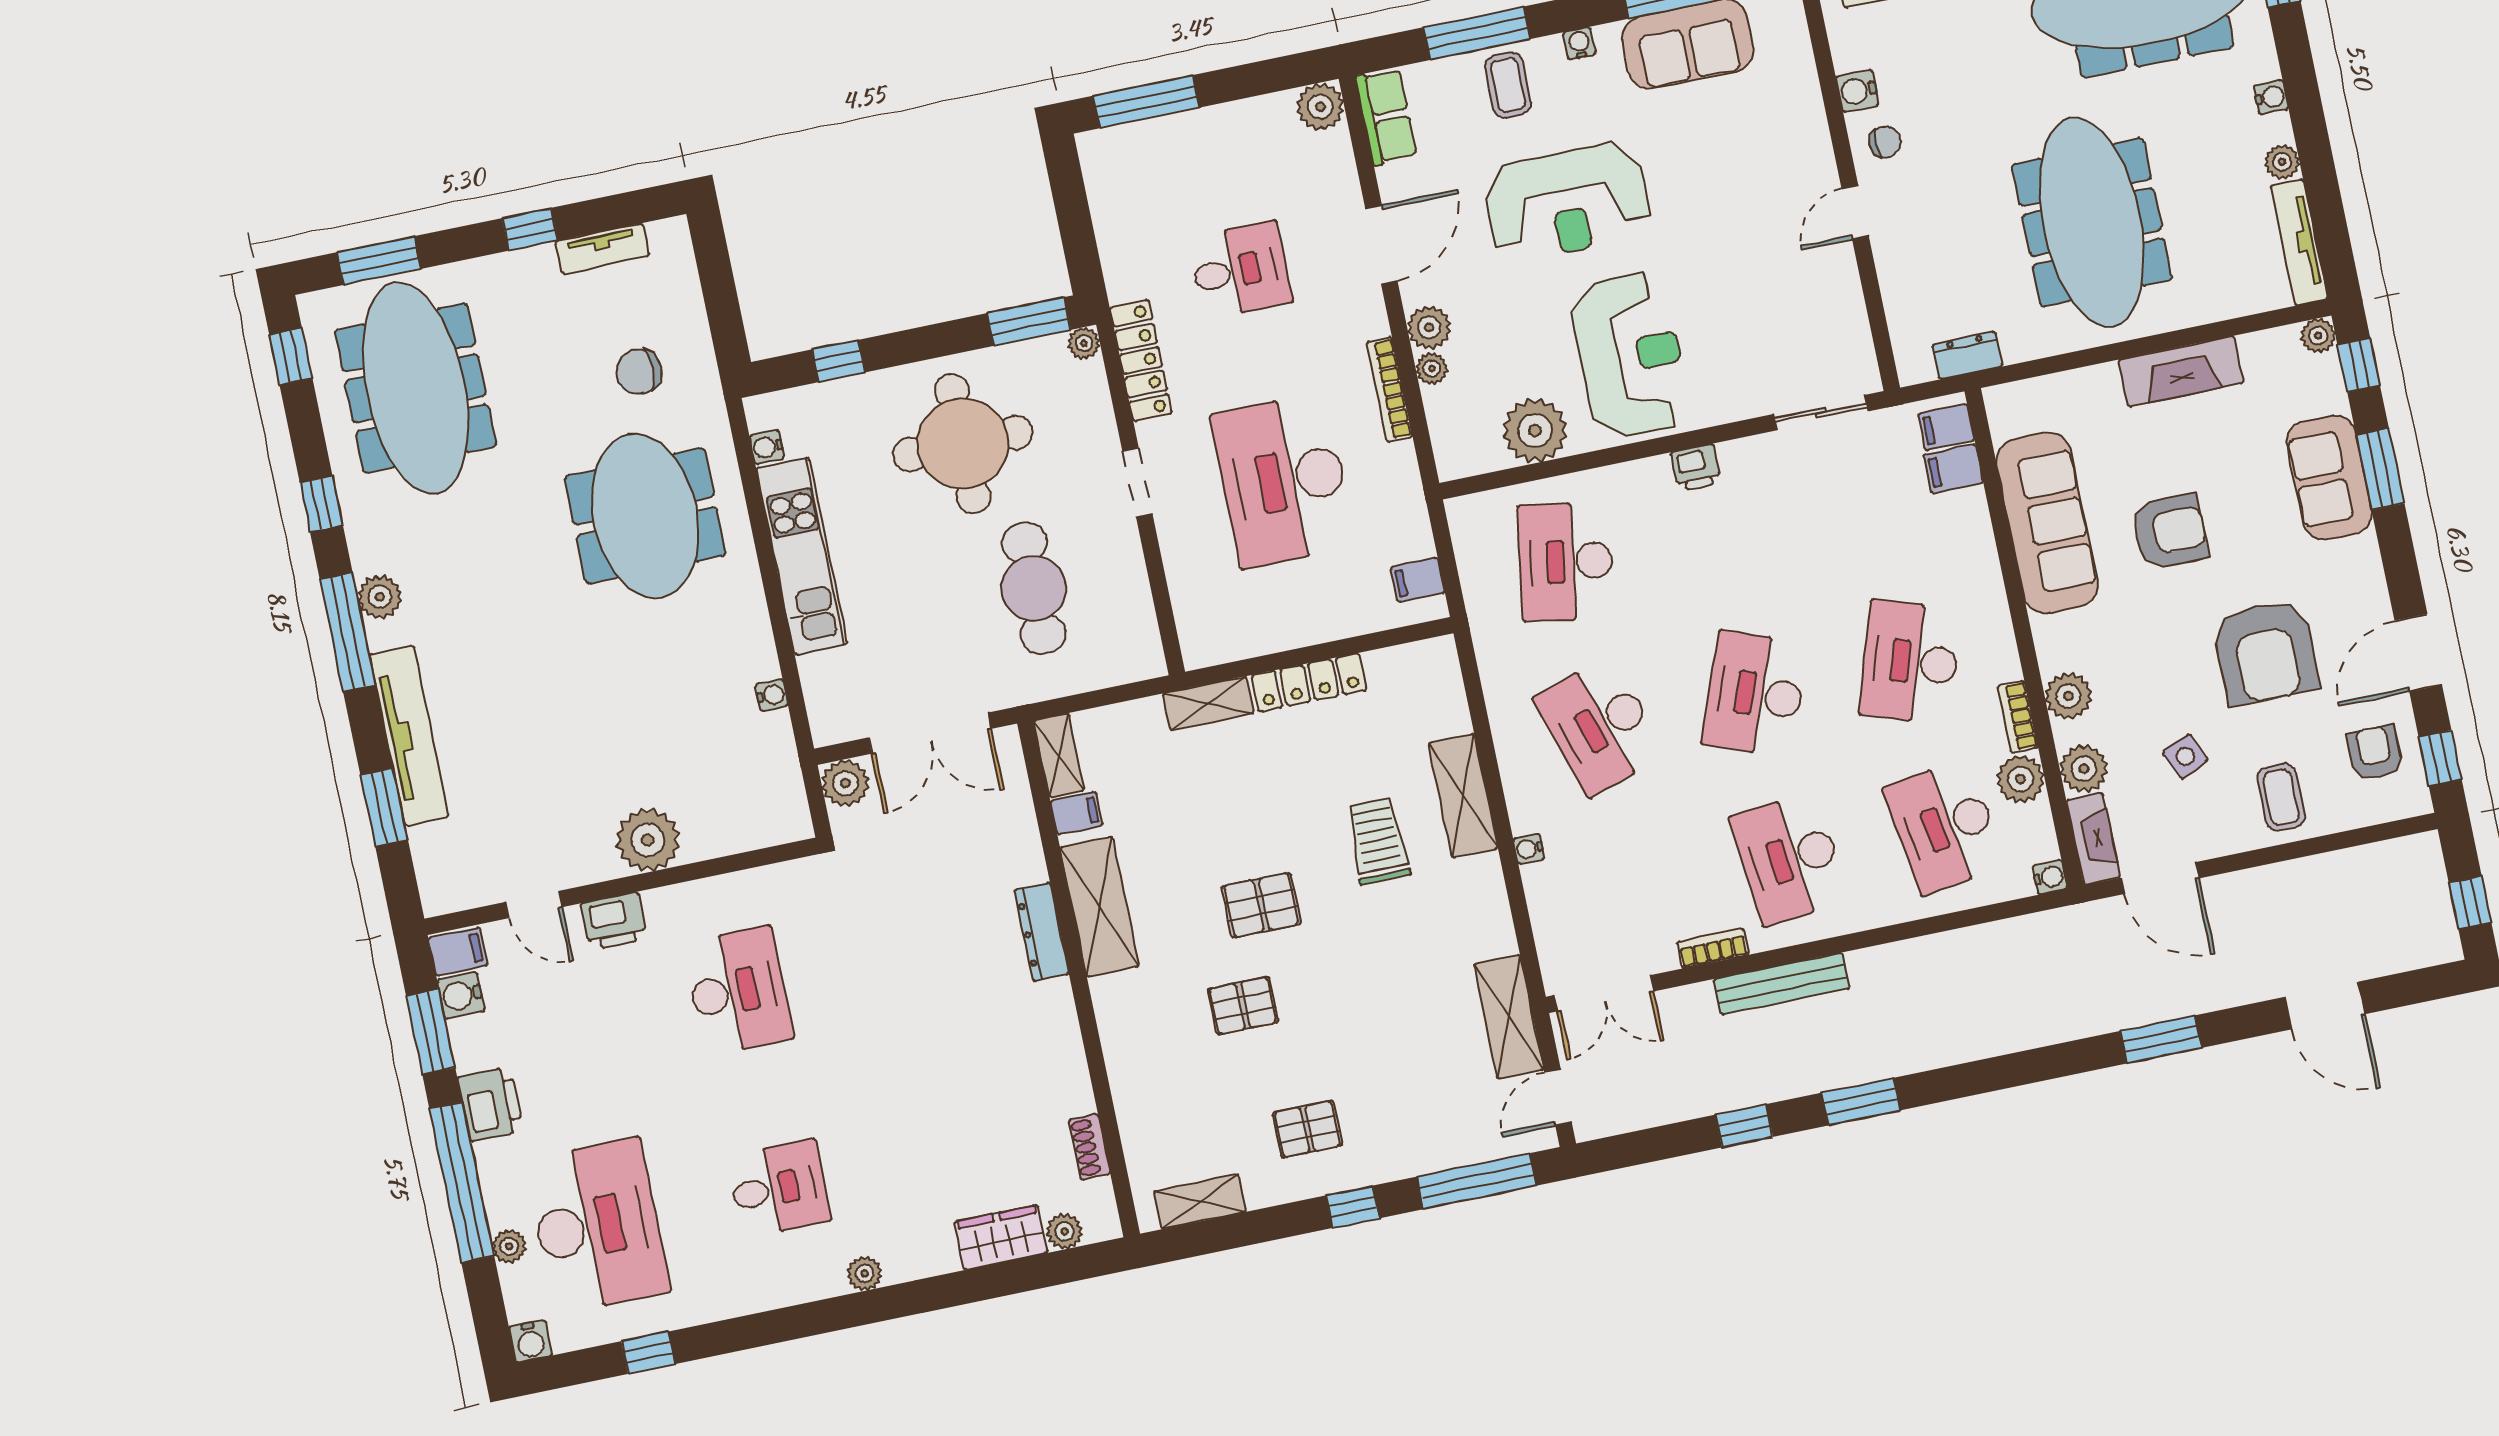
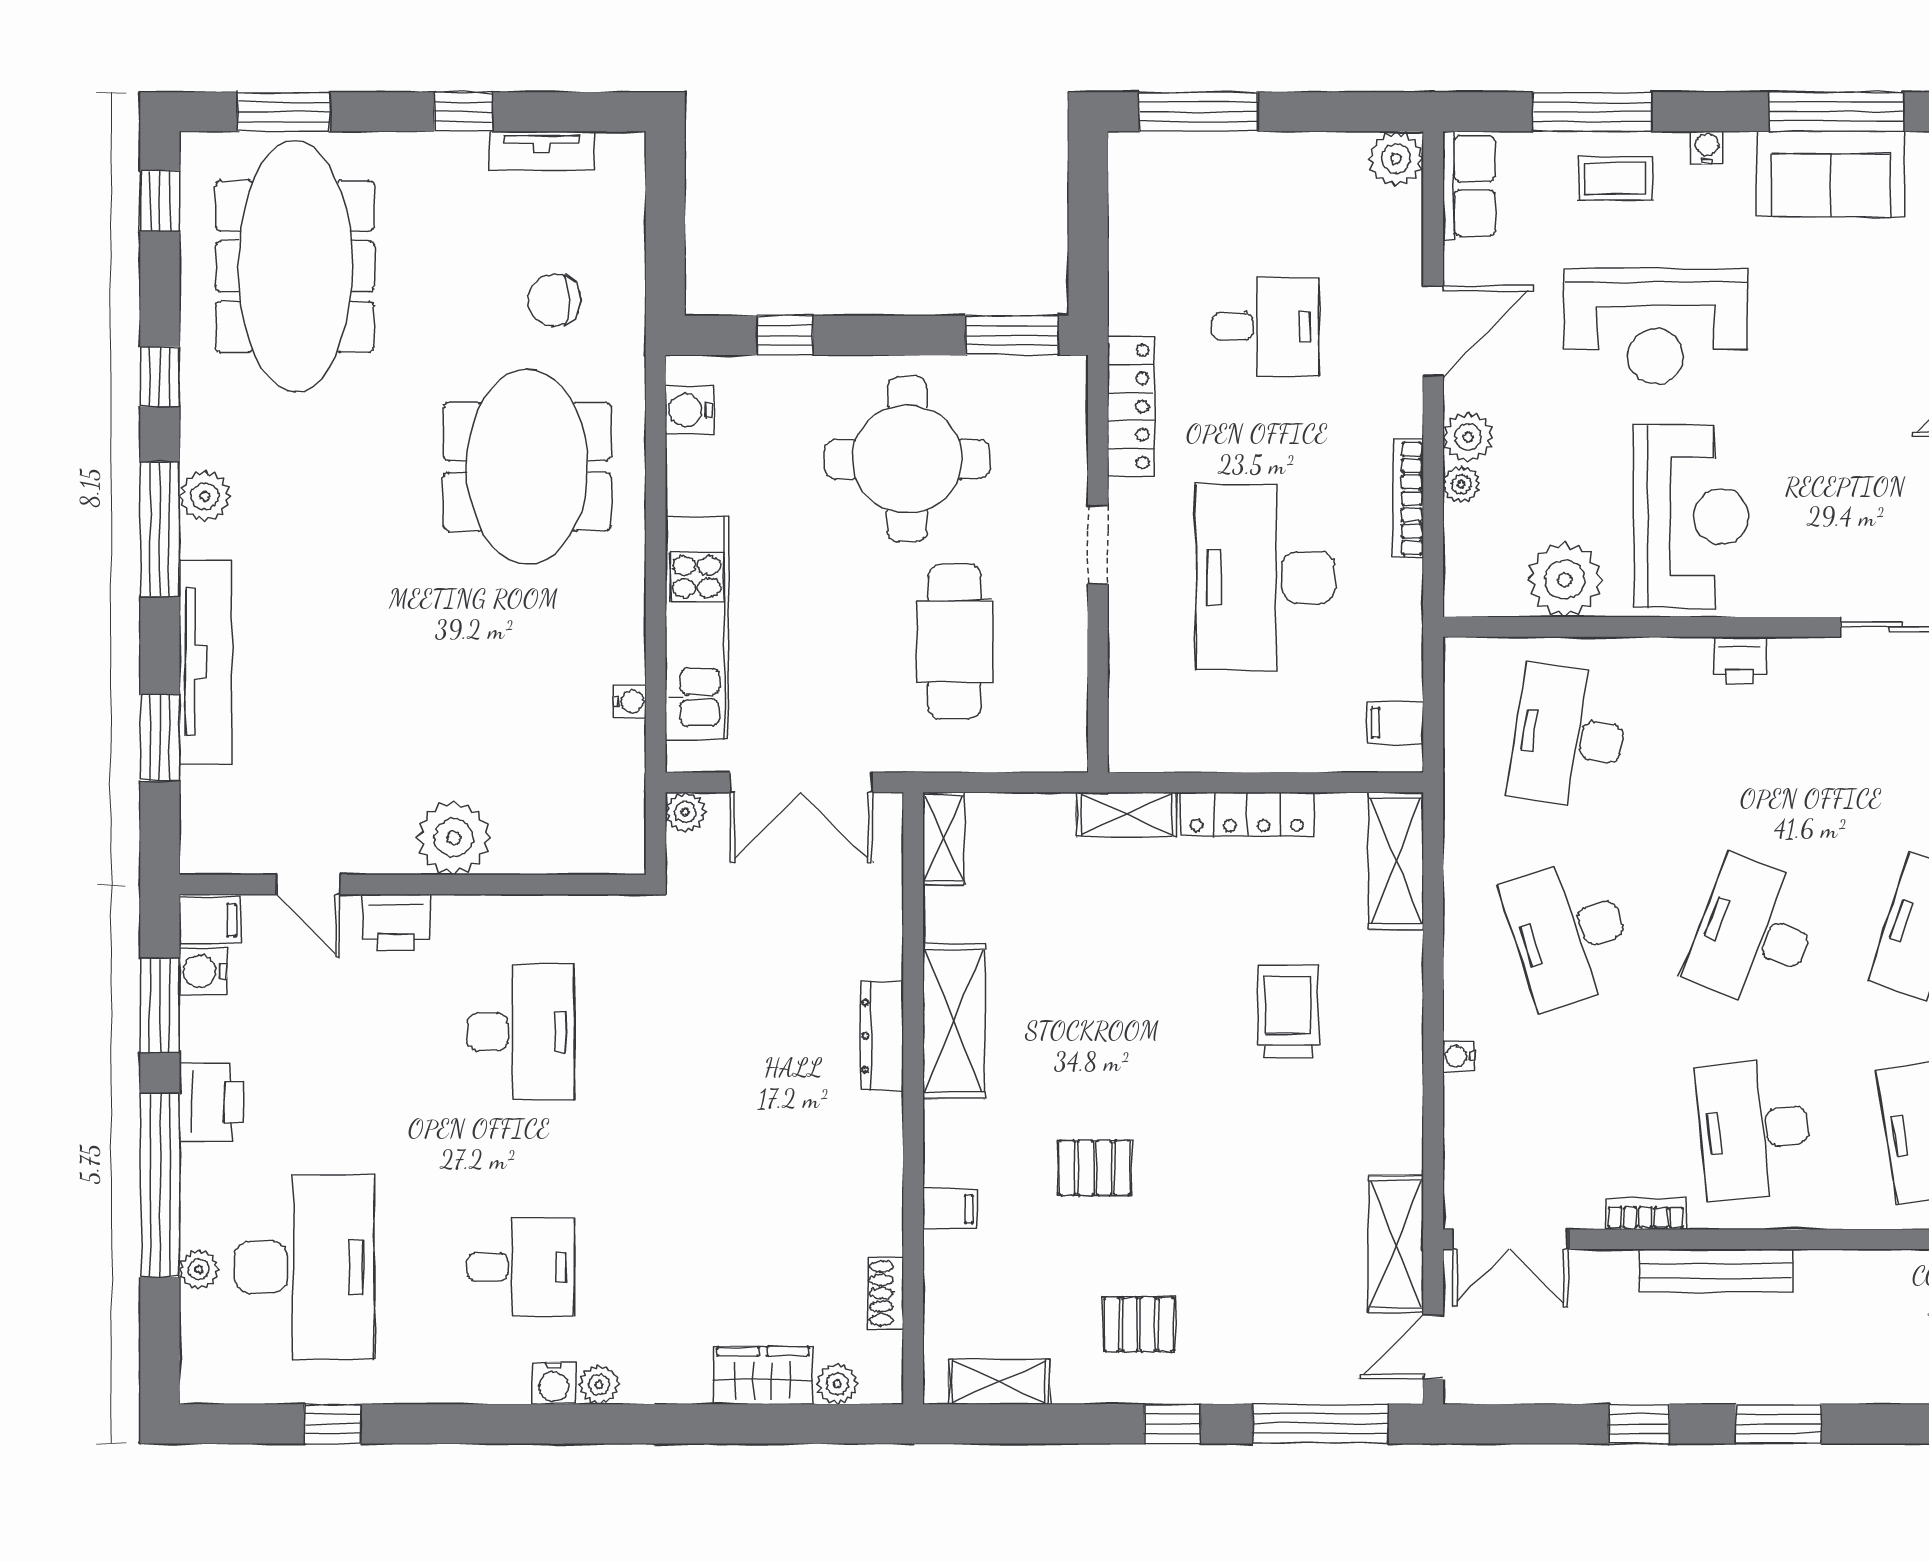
coffee table: (1508, 85) -> (1615, 178), turned 90
plant: (1084, 343) -> (1070, 373), removed
water cooler: (767, 447) -> (689, 410), width x1.38, depth x1.38
kitchen unit: (802, 556) -> (697, 628), moved
plant: (845, 783) -> (685, 812), width x0.73, depth x0.73
shelving: (1463, 796) -> (1396, 861), moved
filing cabinet: (1077, 813) -> (950, 1209), moved
pallet: (1261, 905) -> (1139, 1057), removed
water cooler: (531, 1341) -> (554, 1383), moved

